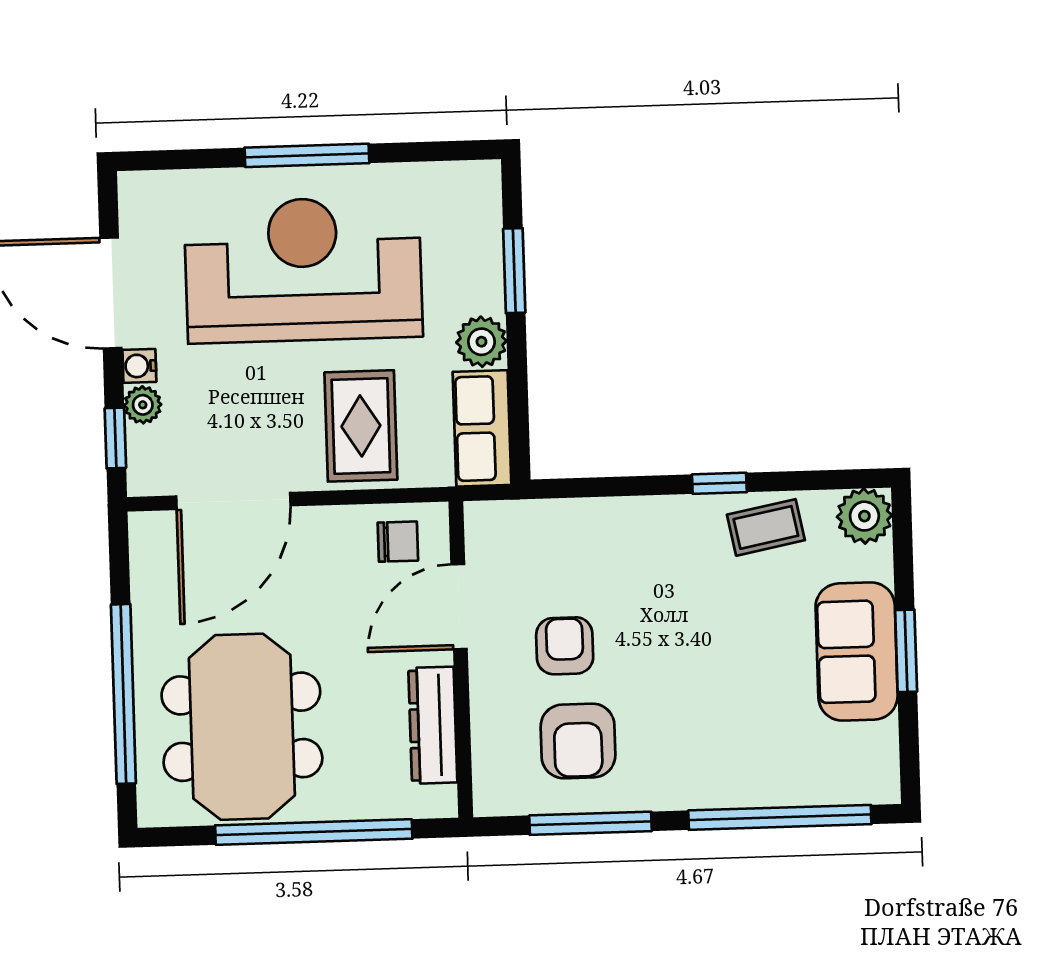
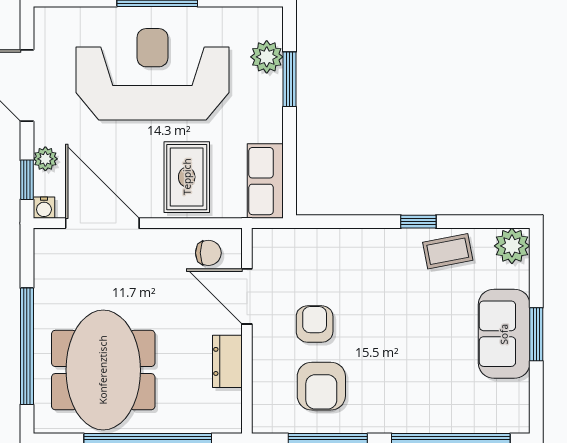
plant: (481, 342) -> (267, 57), moved
water cooler: (139, 366) -> (44, 208), moved, turned -90
door: (233, 501) -> (102, 223), swing flipped
door: (459, 607) -> (247, 296), hinge flipped
dresser: (433, 725) -> (227, 361), width x0.70

